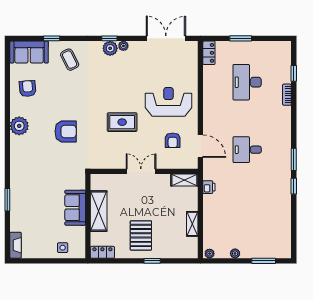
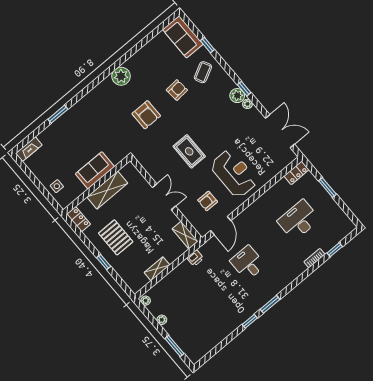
armchair: (28, 89) -> (177, 90), moved
pallet: (141, 235) -> (116, 237), turned 90

